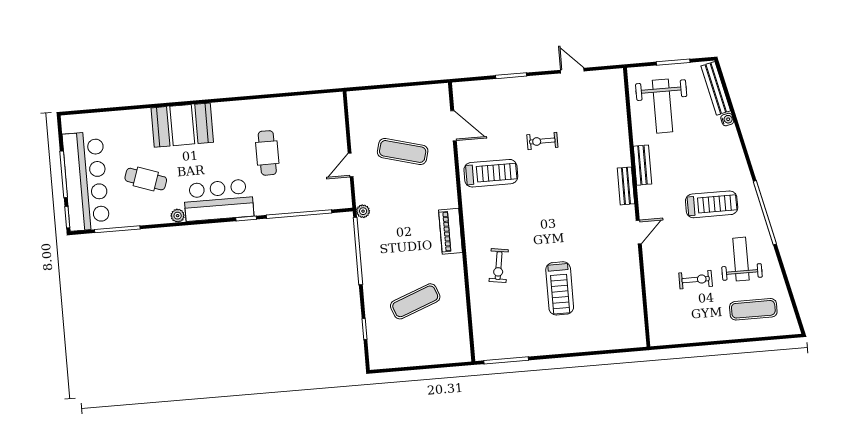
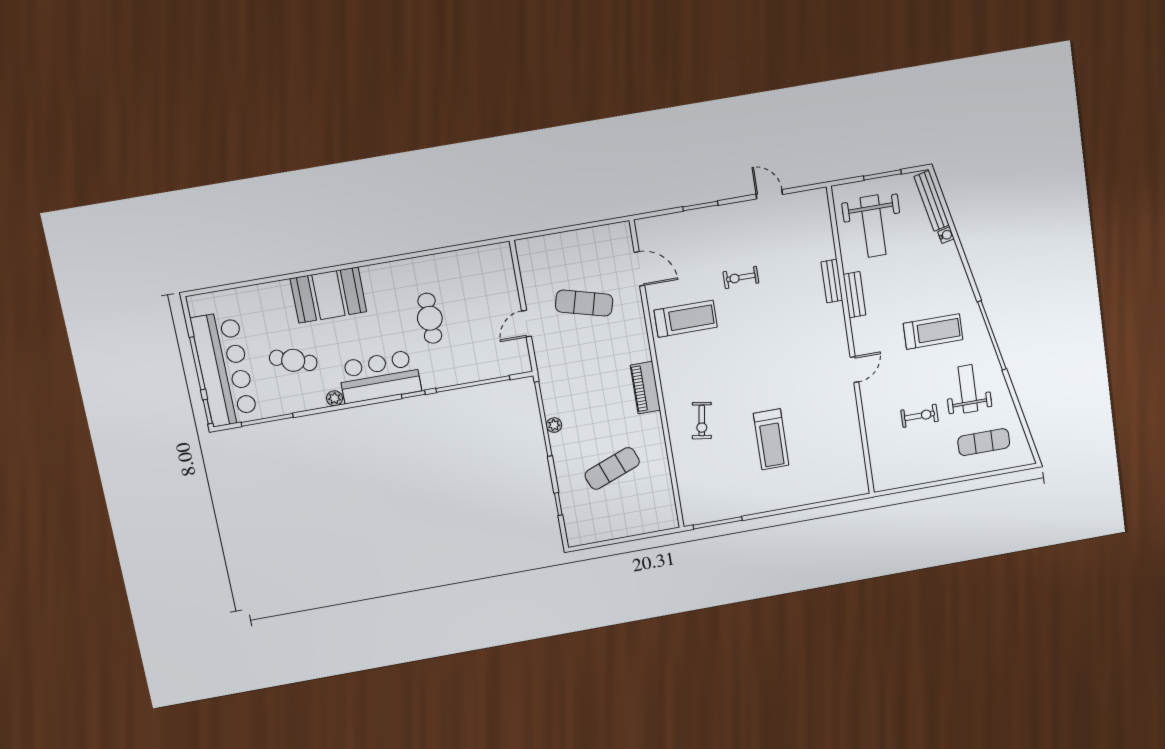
bench: (626, 186) -> (832, 281), moved
plant: (363, 211) -> (554, 425), moved

